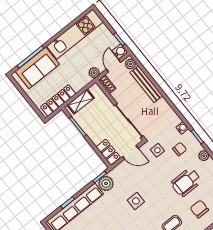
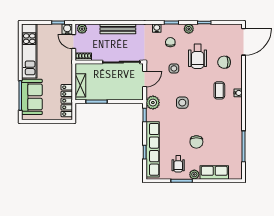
plant: (94, 73) -> (68, 59), removed
bench: (146, 84) -> (118, 29), moved
side table: (157, 150) -> (174, 68), moved
locker: (108, 152) -> (132, 94), removed
plant: (106, 183) -> (153, 103), moved

